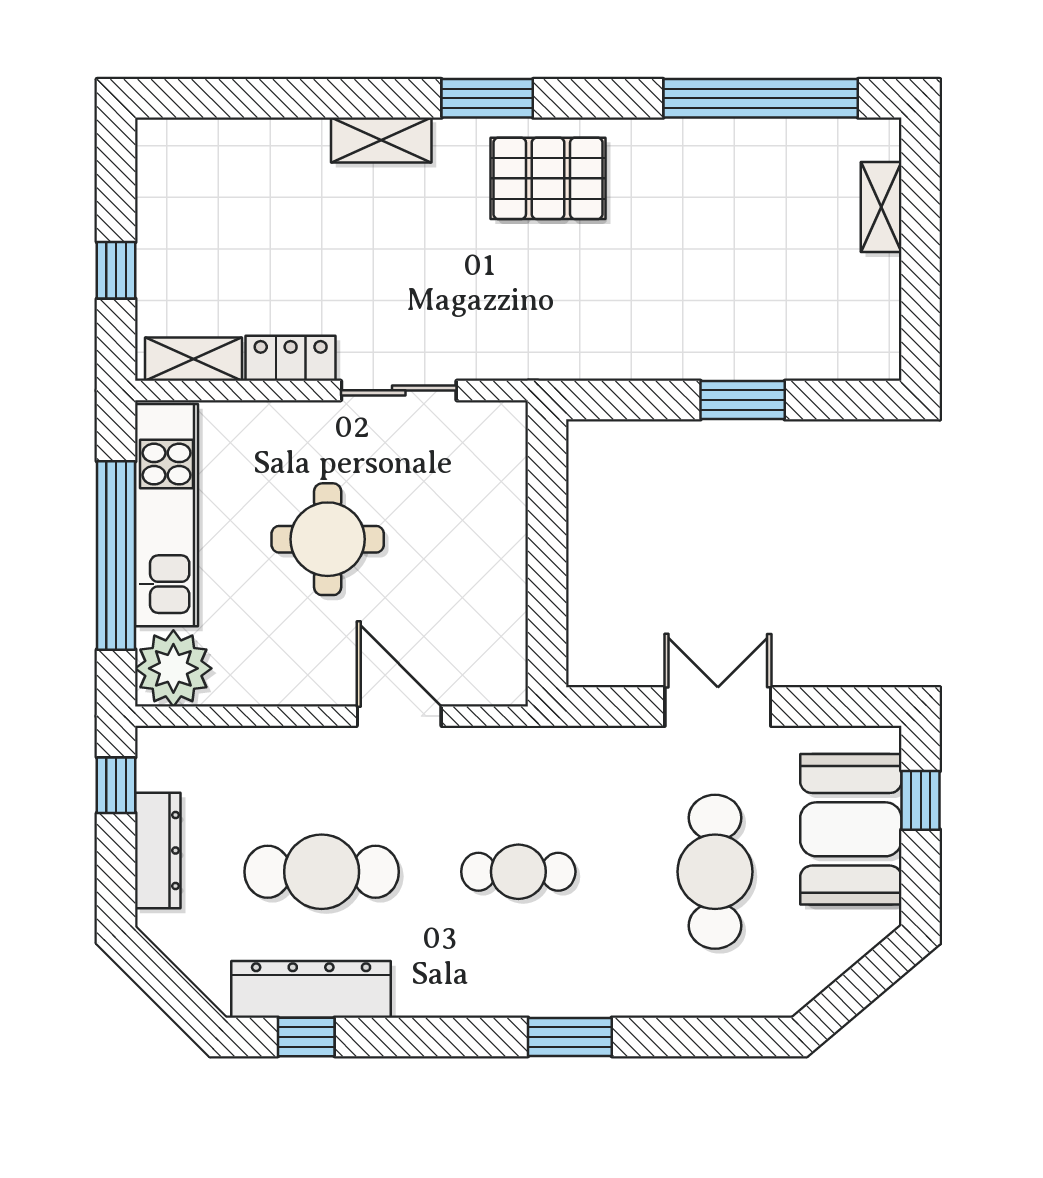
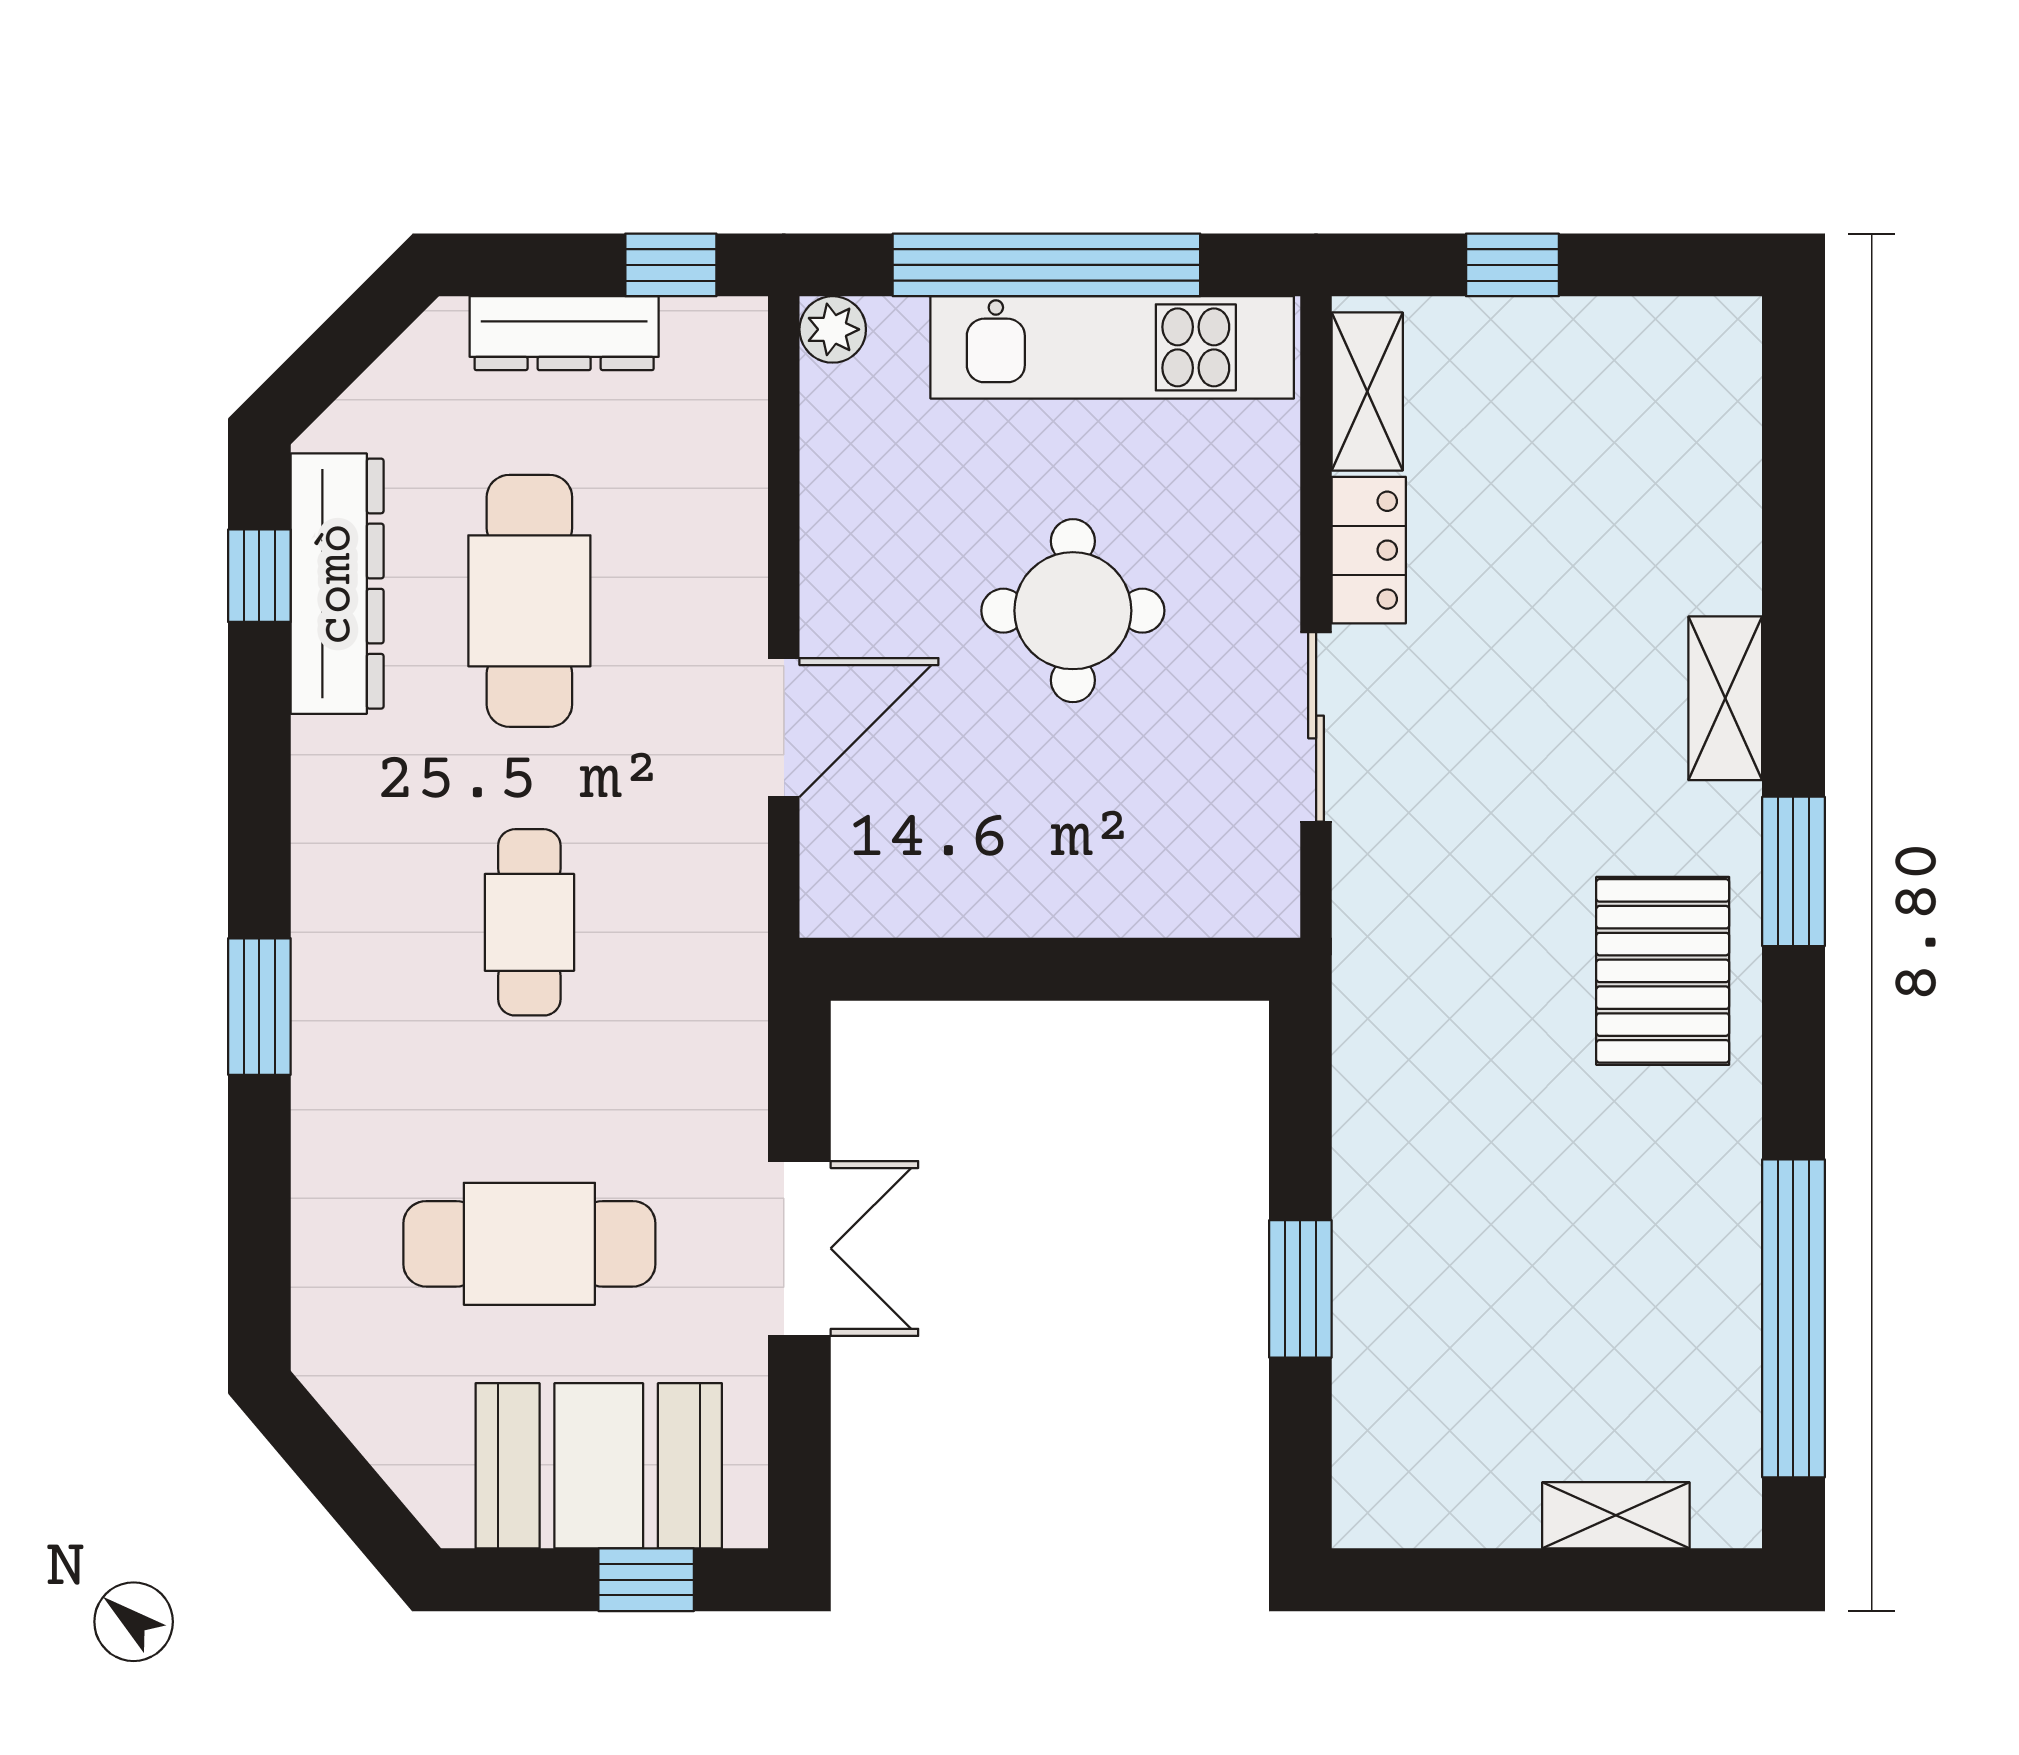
plant: (173, 668) -> (833, 329), width x0.53, depth x0.53

